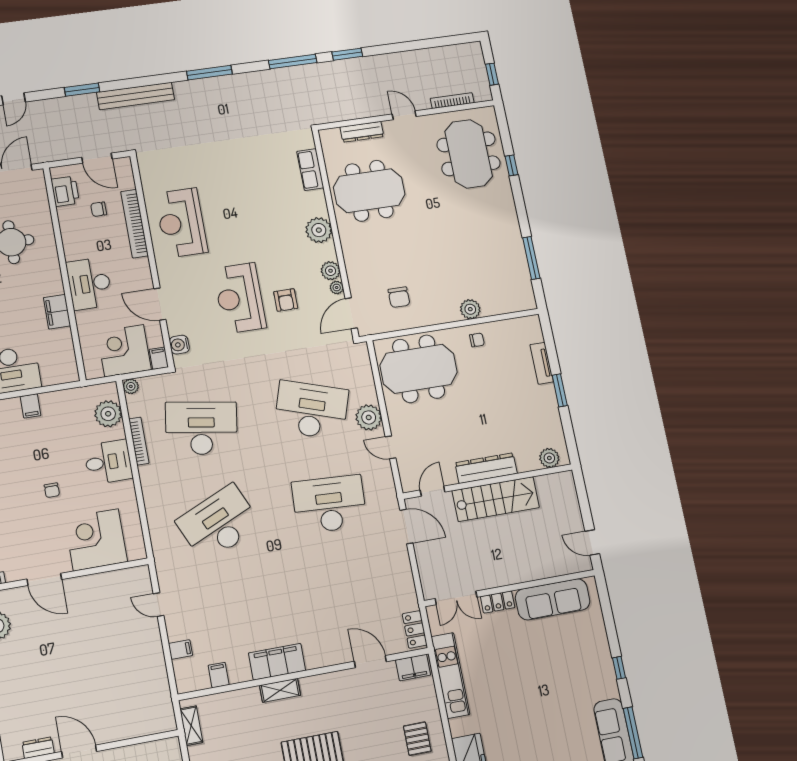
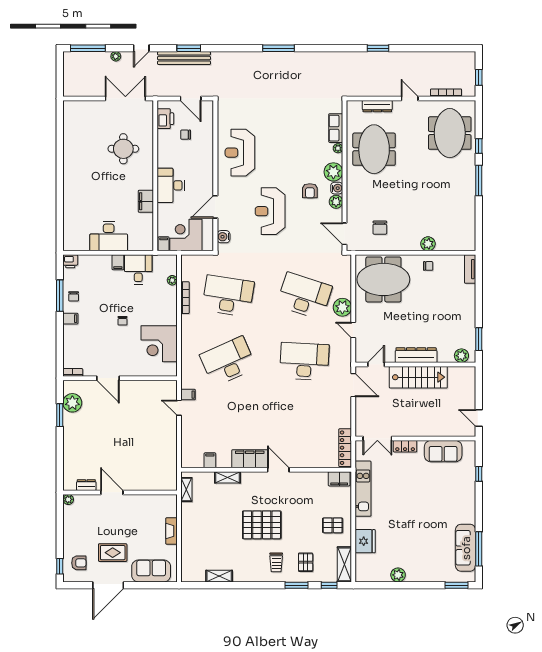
window: (293, 61) -> (338, 48), removed
bench: (136, 96) -> (184, 58), moved
meeting table: (369, 191) -> (374, 149), turned 90
bookcase: (134, 224) -> (208, 148), removed
water cooler: (328, 252) -> (337, 188), added
window: (531, 258) -> (479, 180), moved
plant: (337, 288) -> (338, 148), moved
armchair: (286, 300) -> (310, 191), moved
door: (160, 304) -> (215, 207), hinge flipped
door: (351, 313) -> (345, 234), hinge flipped
filing cabinet: (159, 358) -> (164, 244), moved
tv unit: (542, 363) -> (470, 269), moved
plant: (131, 386) -> (186, 260), removed
window: (560, 390) -> (479, 339), moved
plant: (108, 414) -> (172, 280), width x0.53, depth x0.53
desk: (108, 462) -> (138, 269), moved, turned -90
corner desk: (96, 540) -> (159, 344), moved, turned -90
sofa: (553, 599) -> (443, 451), width x0.73
locker: (415, 629) -> (345, 448), width x1.53
filing cabinet: (180, 650) -> (188, 395), moved
door: (370, 662) -> (278, 470), moved
window: (619, 668) -> (479, 474), moved
shelving: (280, 690) -> (227, 477), moved
pallet: (417, 739) -> (333, 525), turned 90

